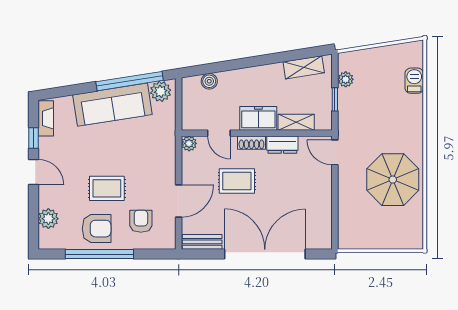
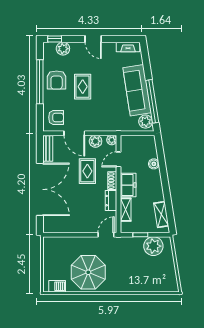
plant: (346, 79) -> (153, 246), width x1.88, depth x1.88
boiler: (209, 81) -> (154, 164), moved
barbecue: (414, 81) -> (57, 286), moved
window: (33, 138) -> (55, 39), moved
plant: (191, 168) -> (96, 141), added
door: (33, 172) -> (93, 39), hinge flipped
armchair: (141, 221) -> (56, 117), moved

